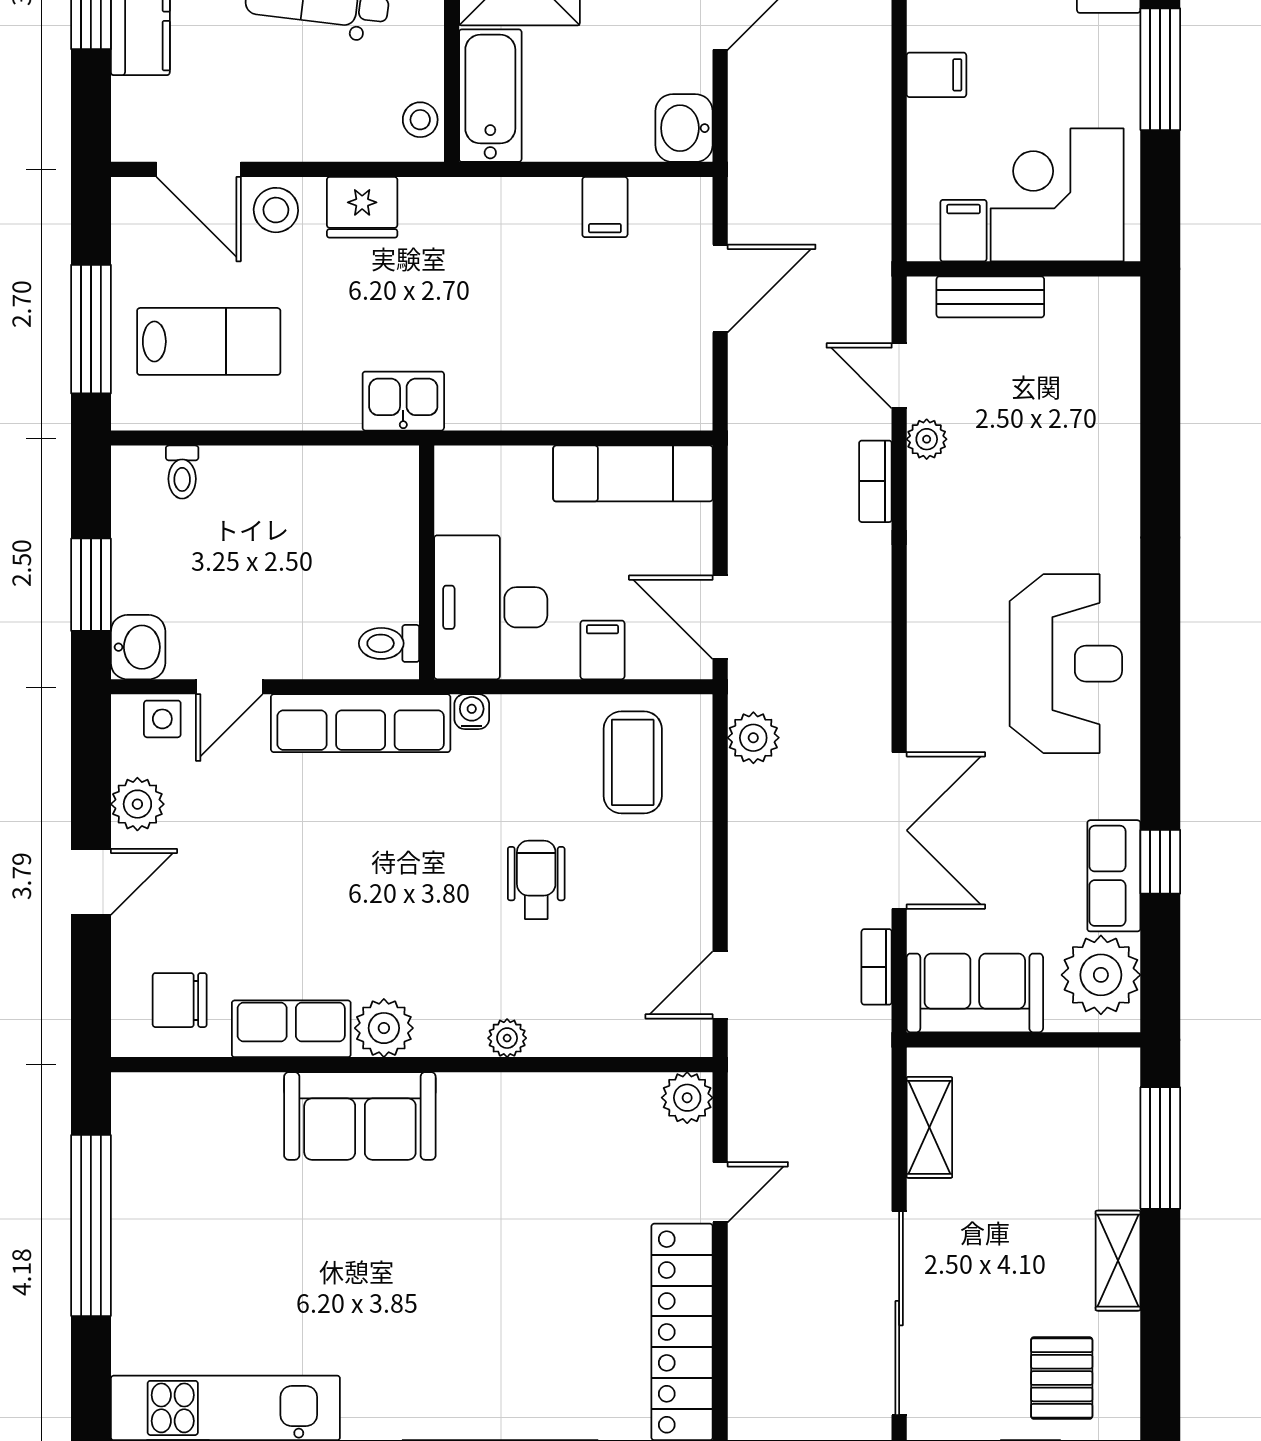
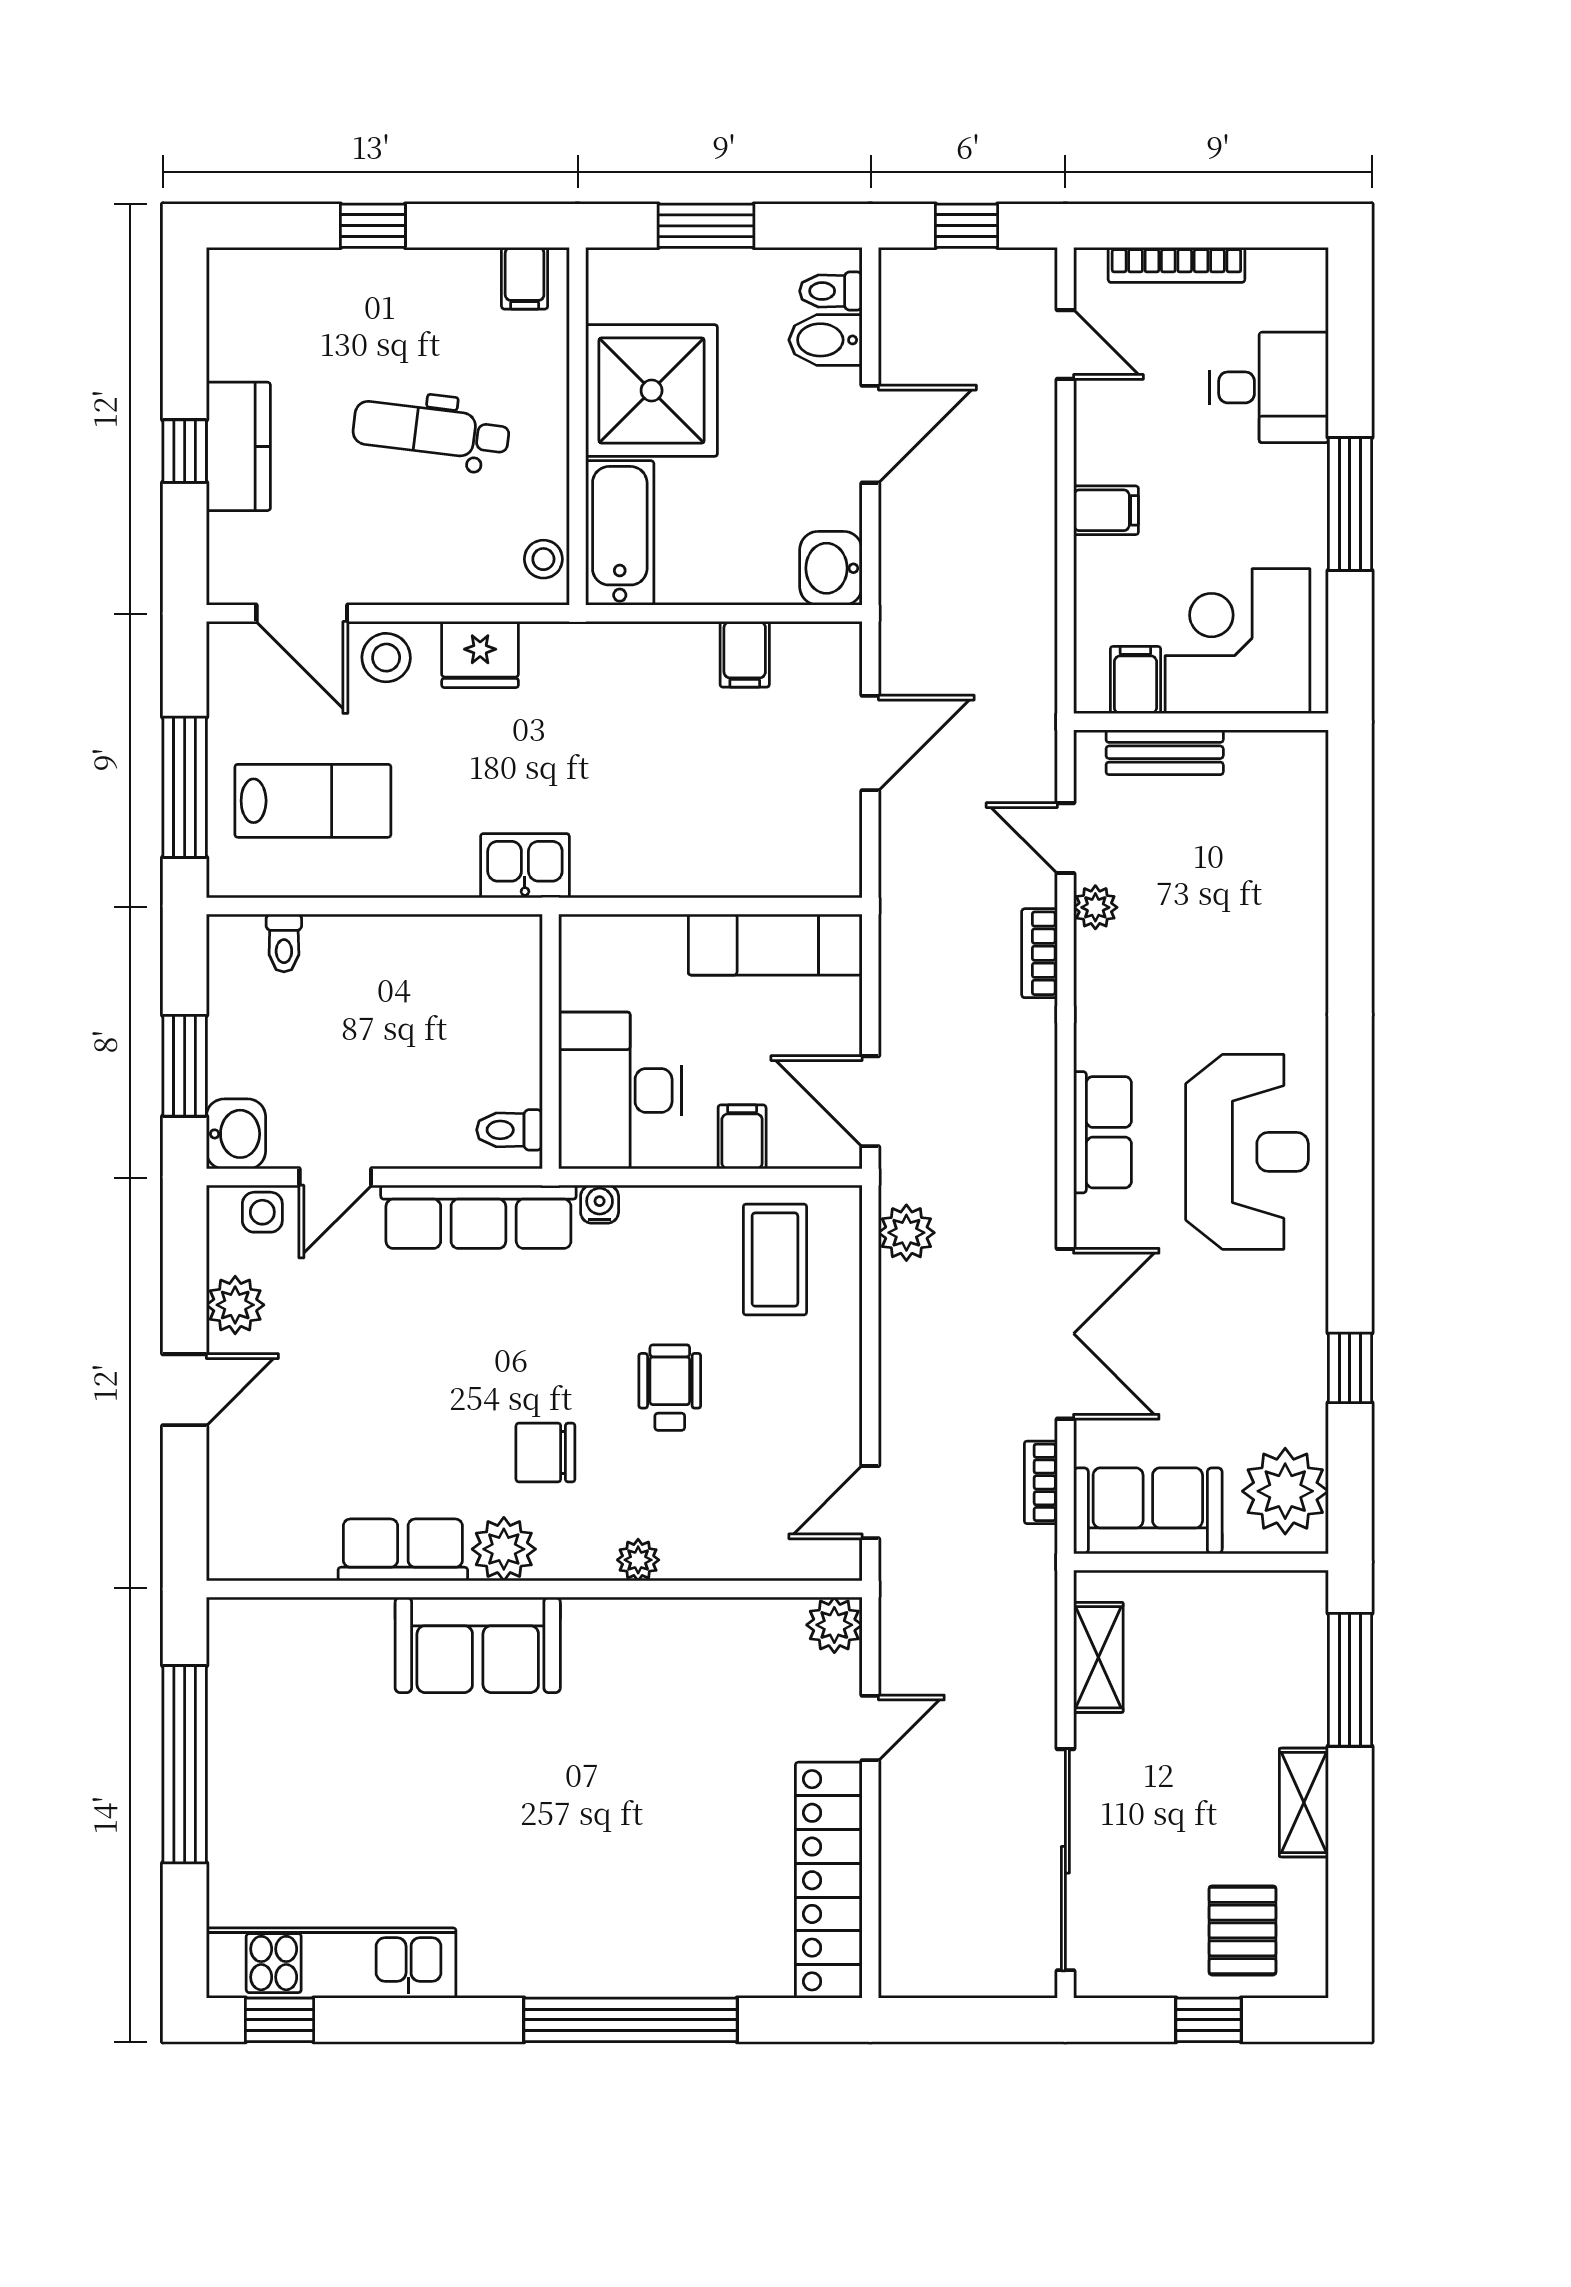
row of seats: (1114, 876) -> (1103, 1132), moved, turned 180
chair: (180, 1000) -> (545, 1453), moved

